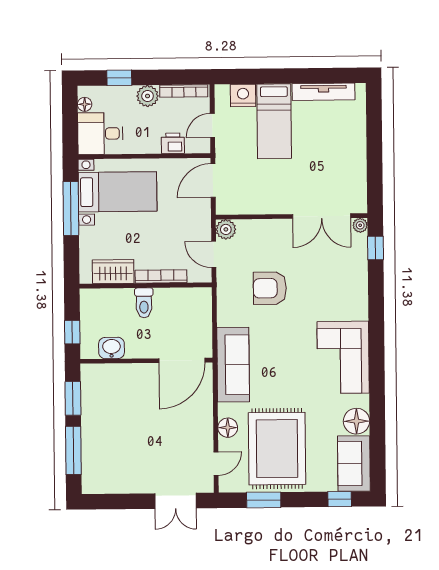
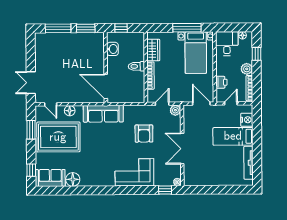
door: (212, 126) -> (231, 103), hinge flipped
double door: (322, 216) -> (182, 149), moved
armchair: (270, 288) -> (144, 134), turned 180
corner sofa: (343, 357) -> (134, 172), moved

